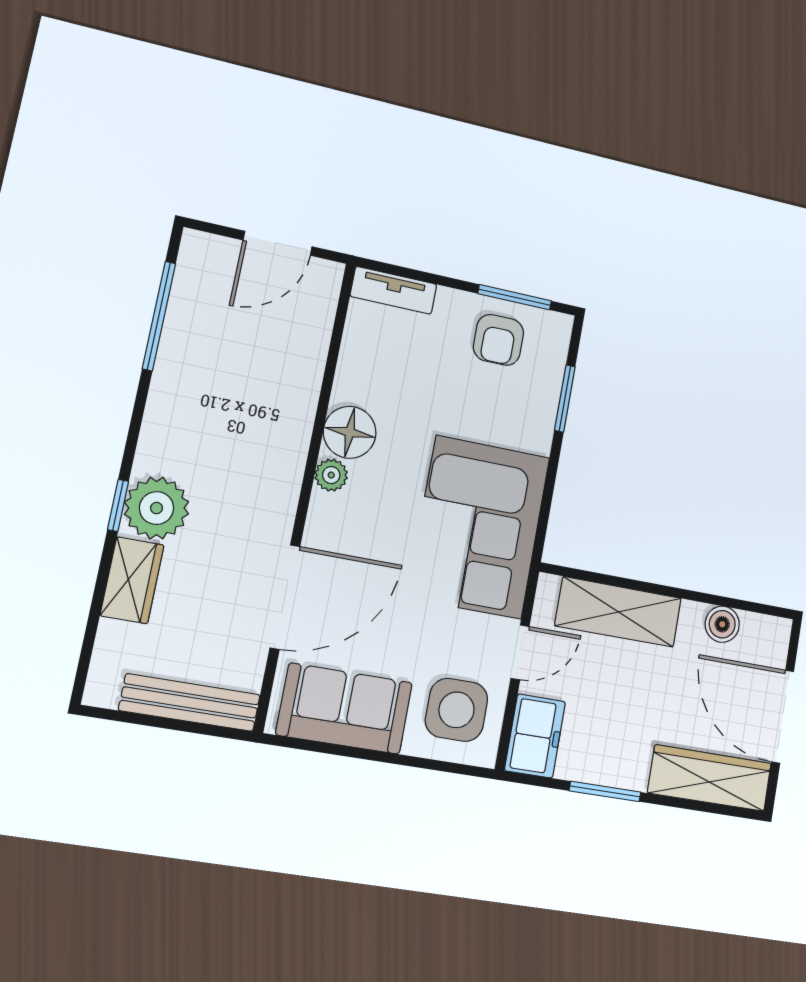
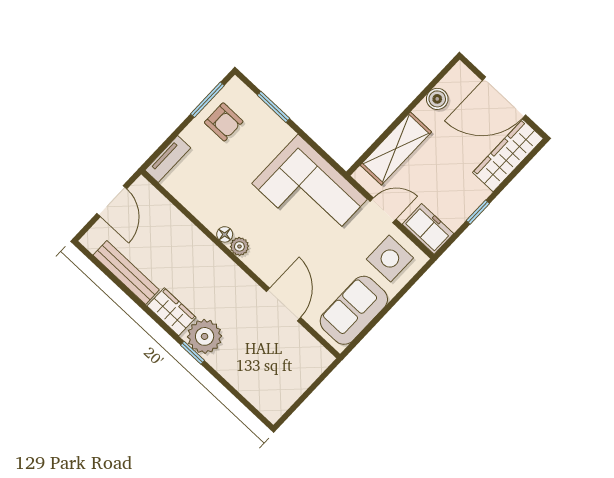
window: (159, 316) -> (114, 279), removed
floor lamp: (350, 432) -> (225, 234), width x0.53, depth x0.53
wardrobe: (132, 580) -> (171, 312), moved
door: (285, 597) -> (283, 304), width x0.73
door: (520, 652) -> (383, 210), hinge flipped
bench: (190, 703) -> (126, 272), moved, turned 90
window: (605, 791) -> (478, 212), width x0.67

